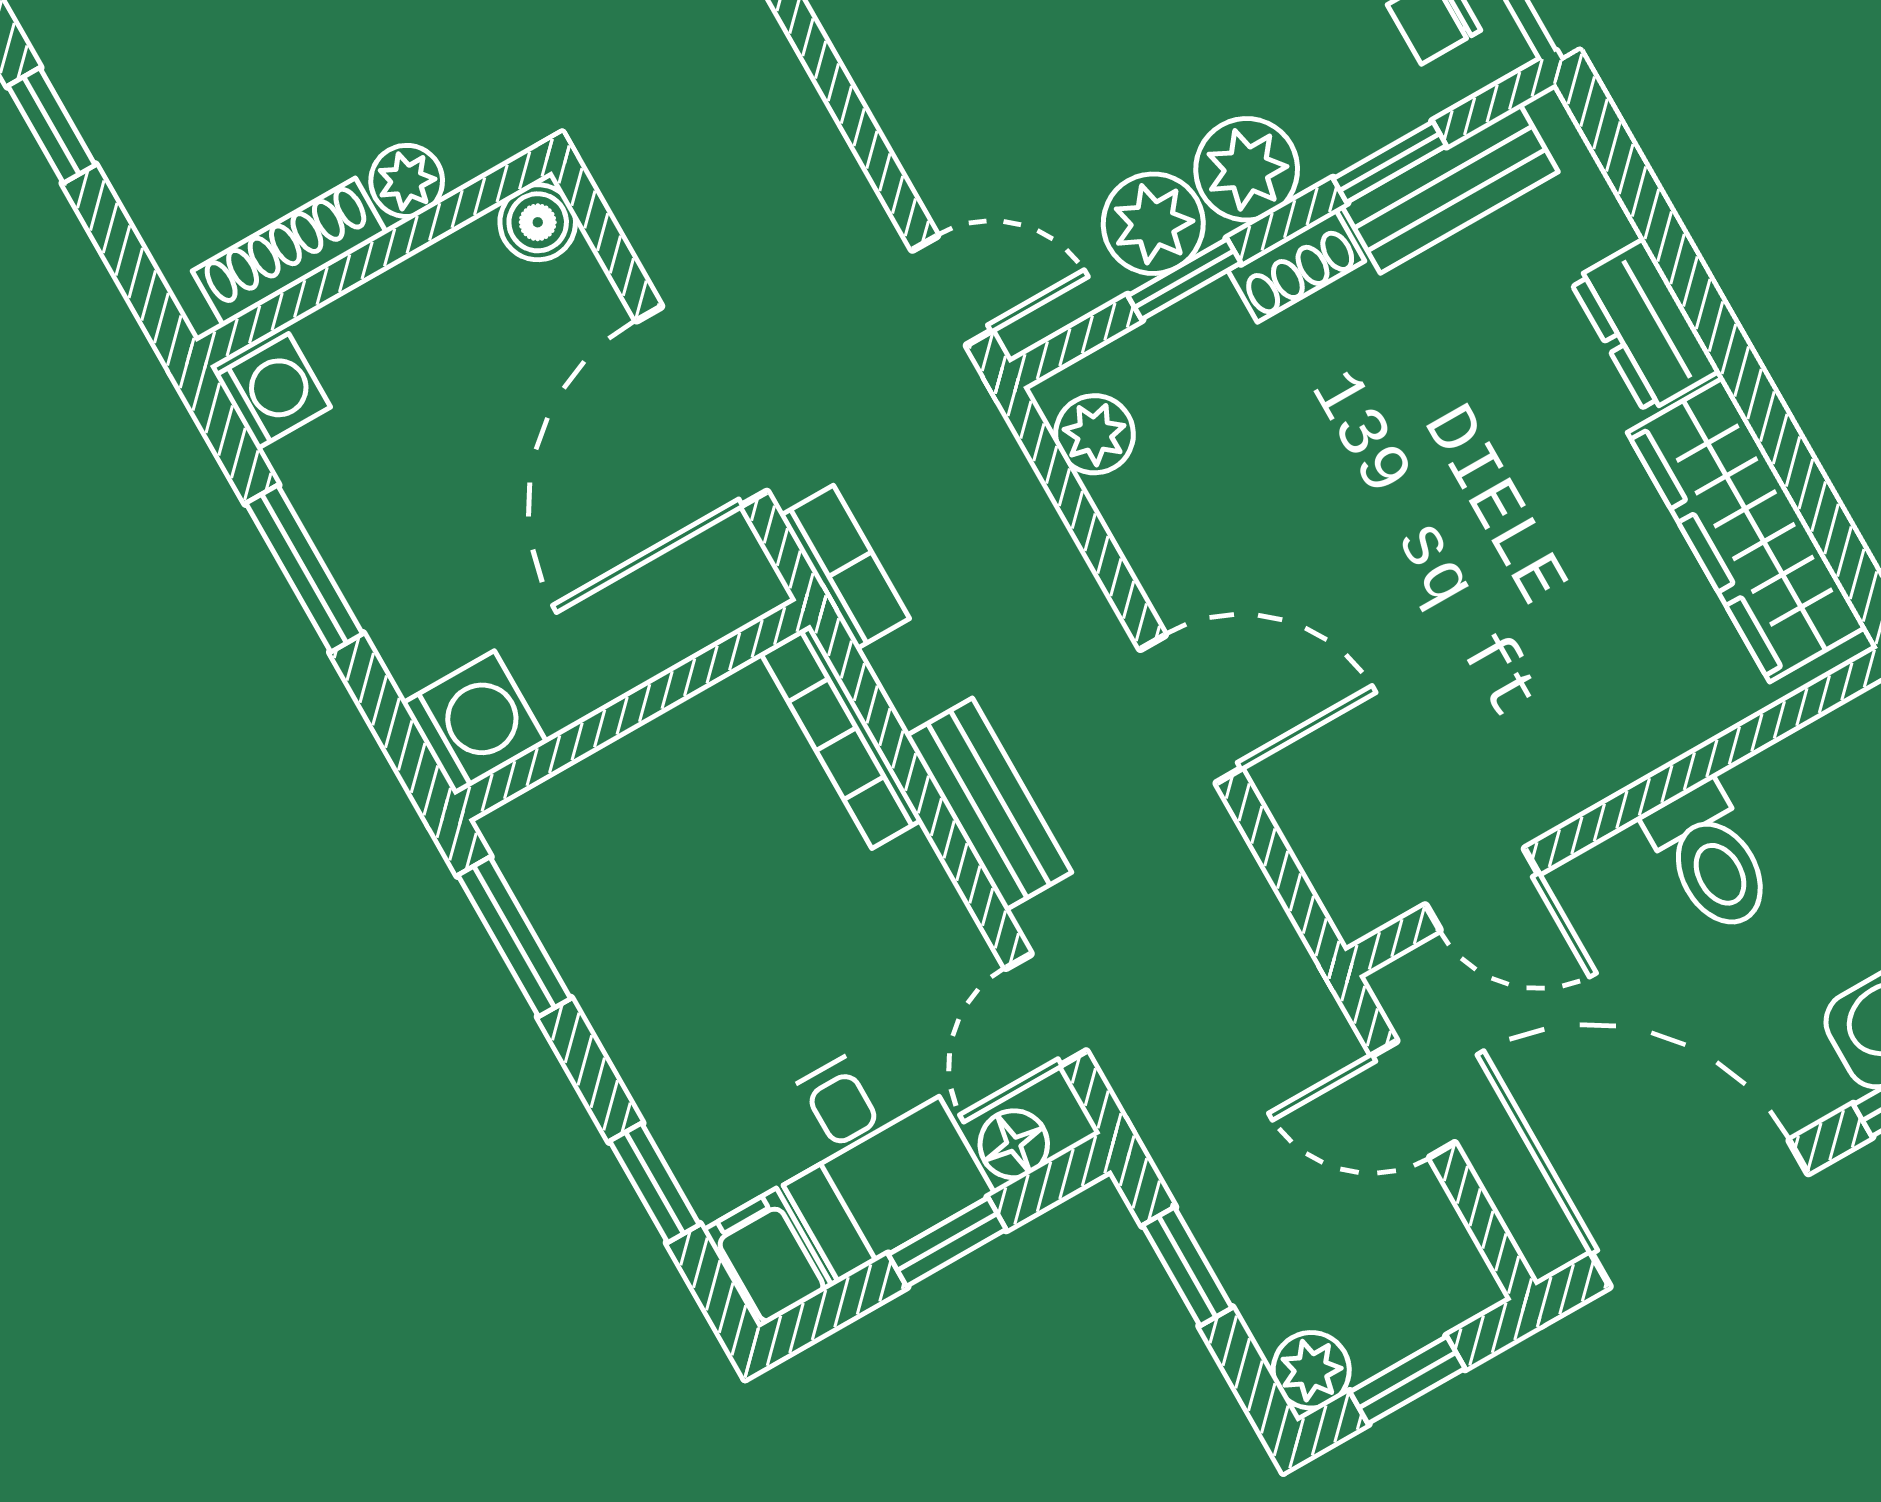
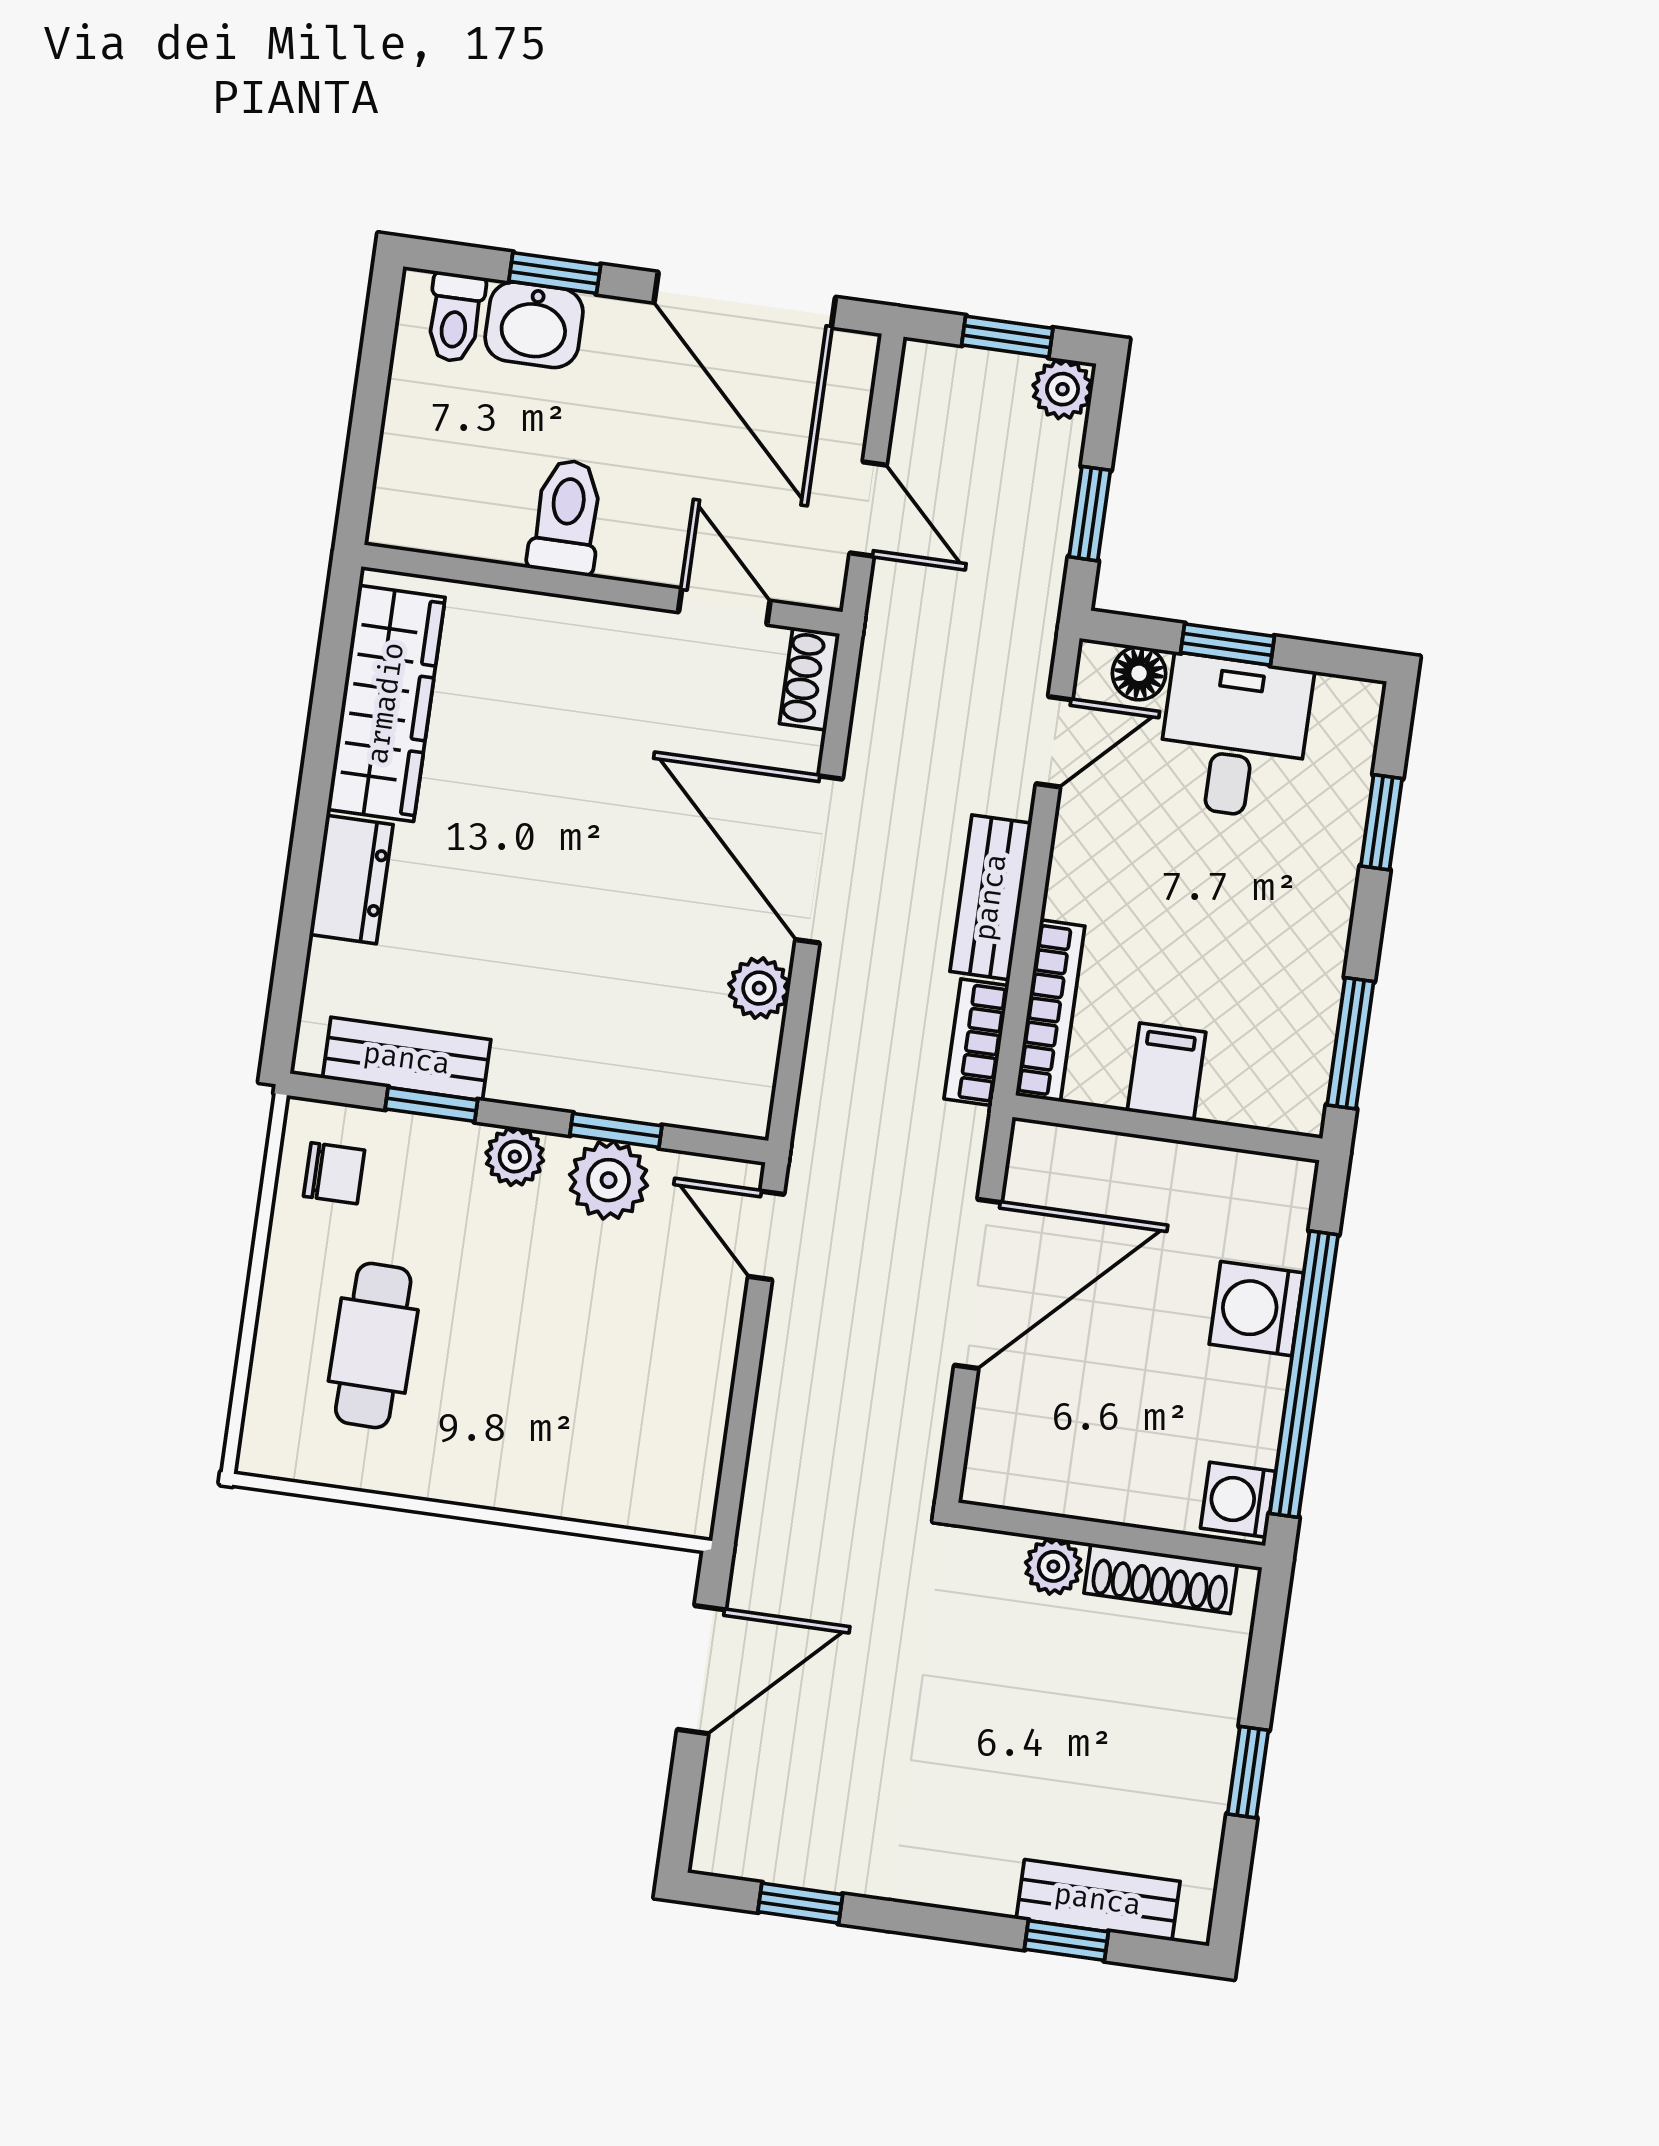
plant: (1247, 169) -> (515, 1157), width x0.73, depth x0.73
boiler: (538, 222) -> (992, 1477), removed
shoe rack: (1296, 266) -> (810, 679), moved, turned -90
plant: (1094, 434) -> (759, 988), moved
bookcase: (845, 567) -> (976, 1042), moved
window: (304, 569) -> (1304, 1374), width x2.11
door: (1191, 709) -> (819, 859), width x1.36
washing machine: (475, 723) -> (1256, 1309), moved
filing cabinet: (768, 1258) -> (1167, 1072), moved, turned 180

